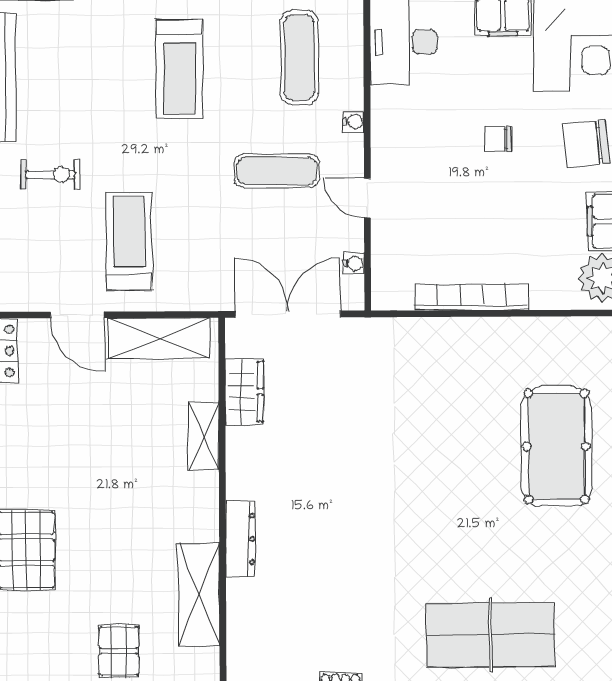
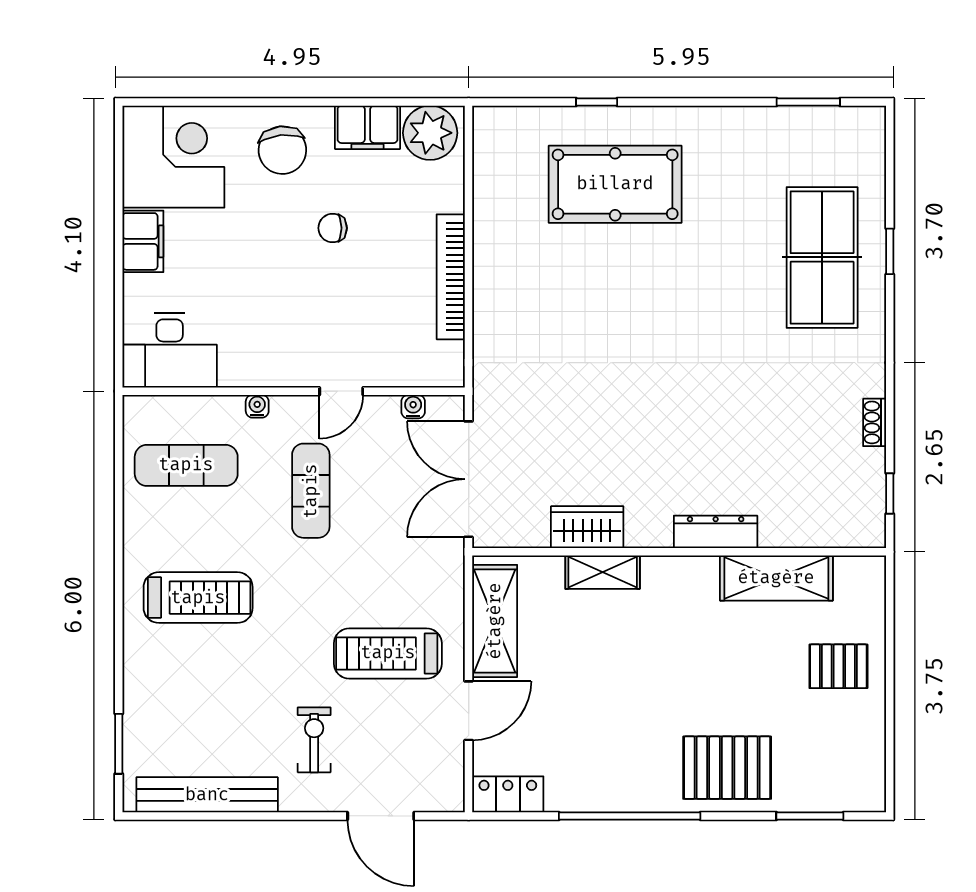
chair: (498, 139) -> (333, 228), moved, turned 90
wardrobe: (244, 392) -> (587, 527), moved

